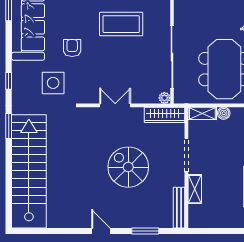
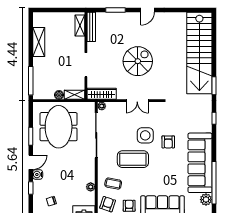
side table: (53, 83) -> (145, 135), moved
spiral stairs: (128, 167) -> (138, 61), moved, turned -90
shelving: (195, 189) -> (80, 26), moved
door: (101, 231) -> (148, 10), hinge flipped

